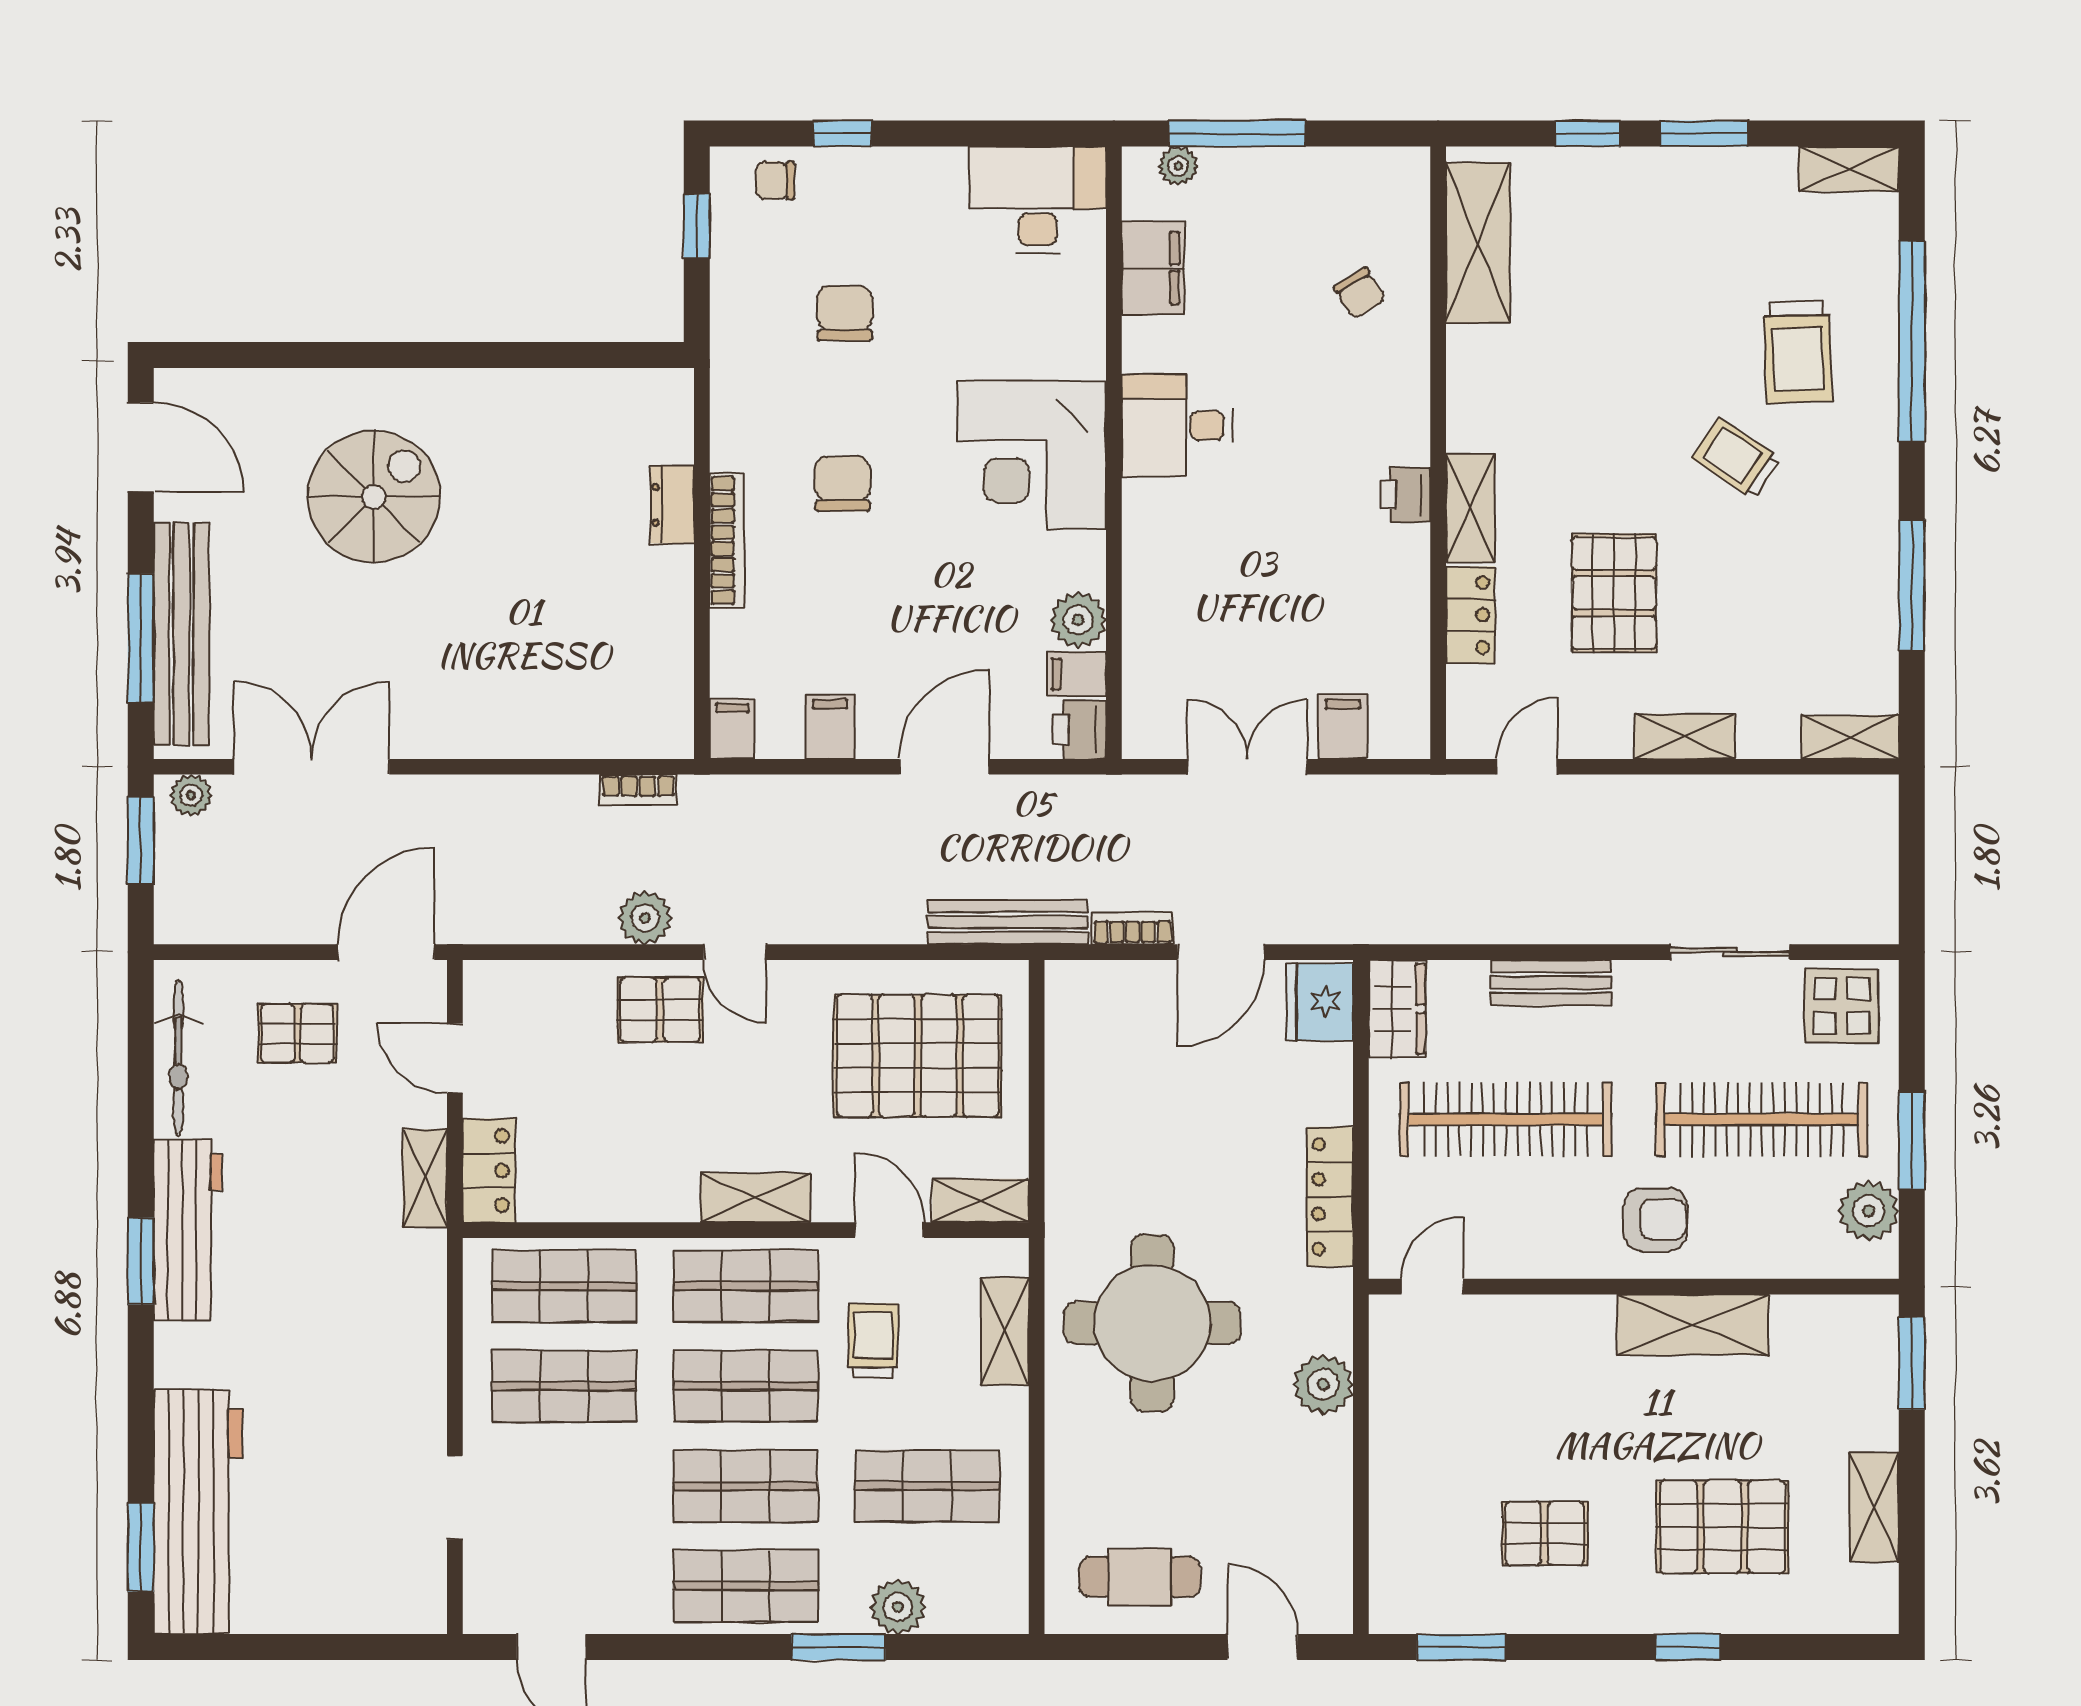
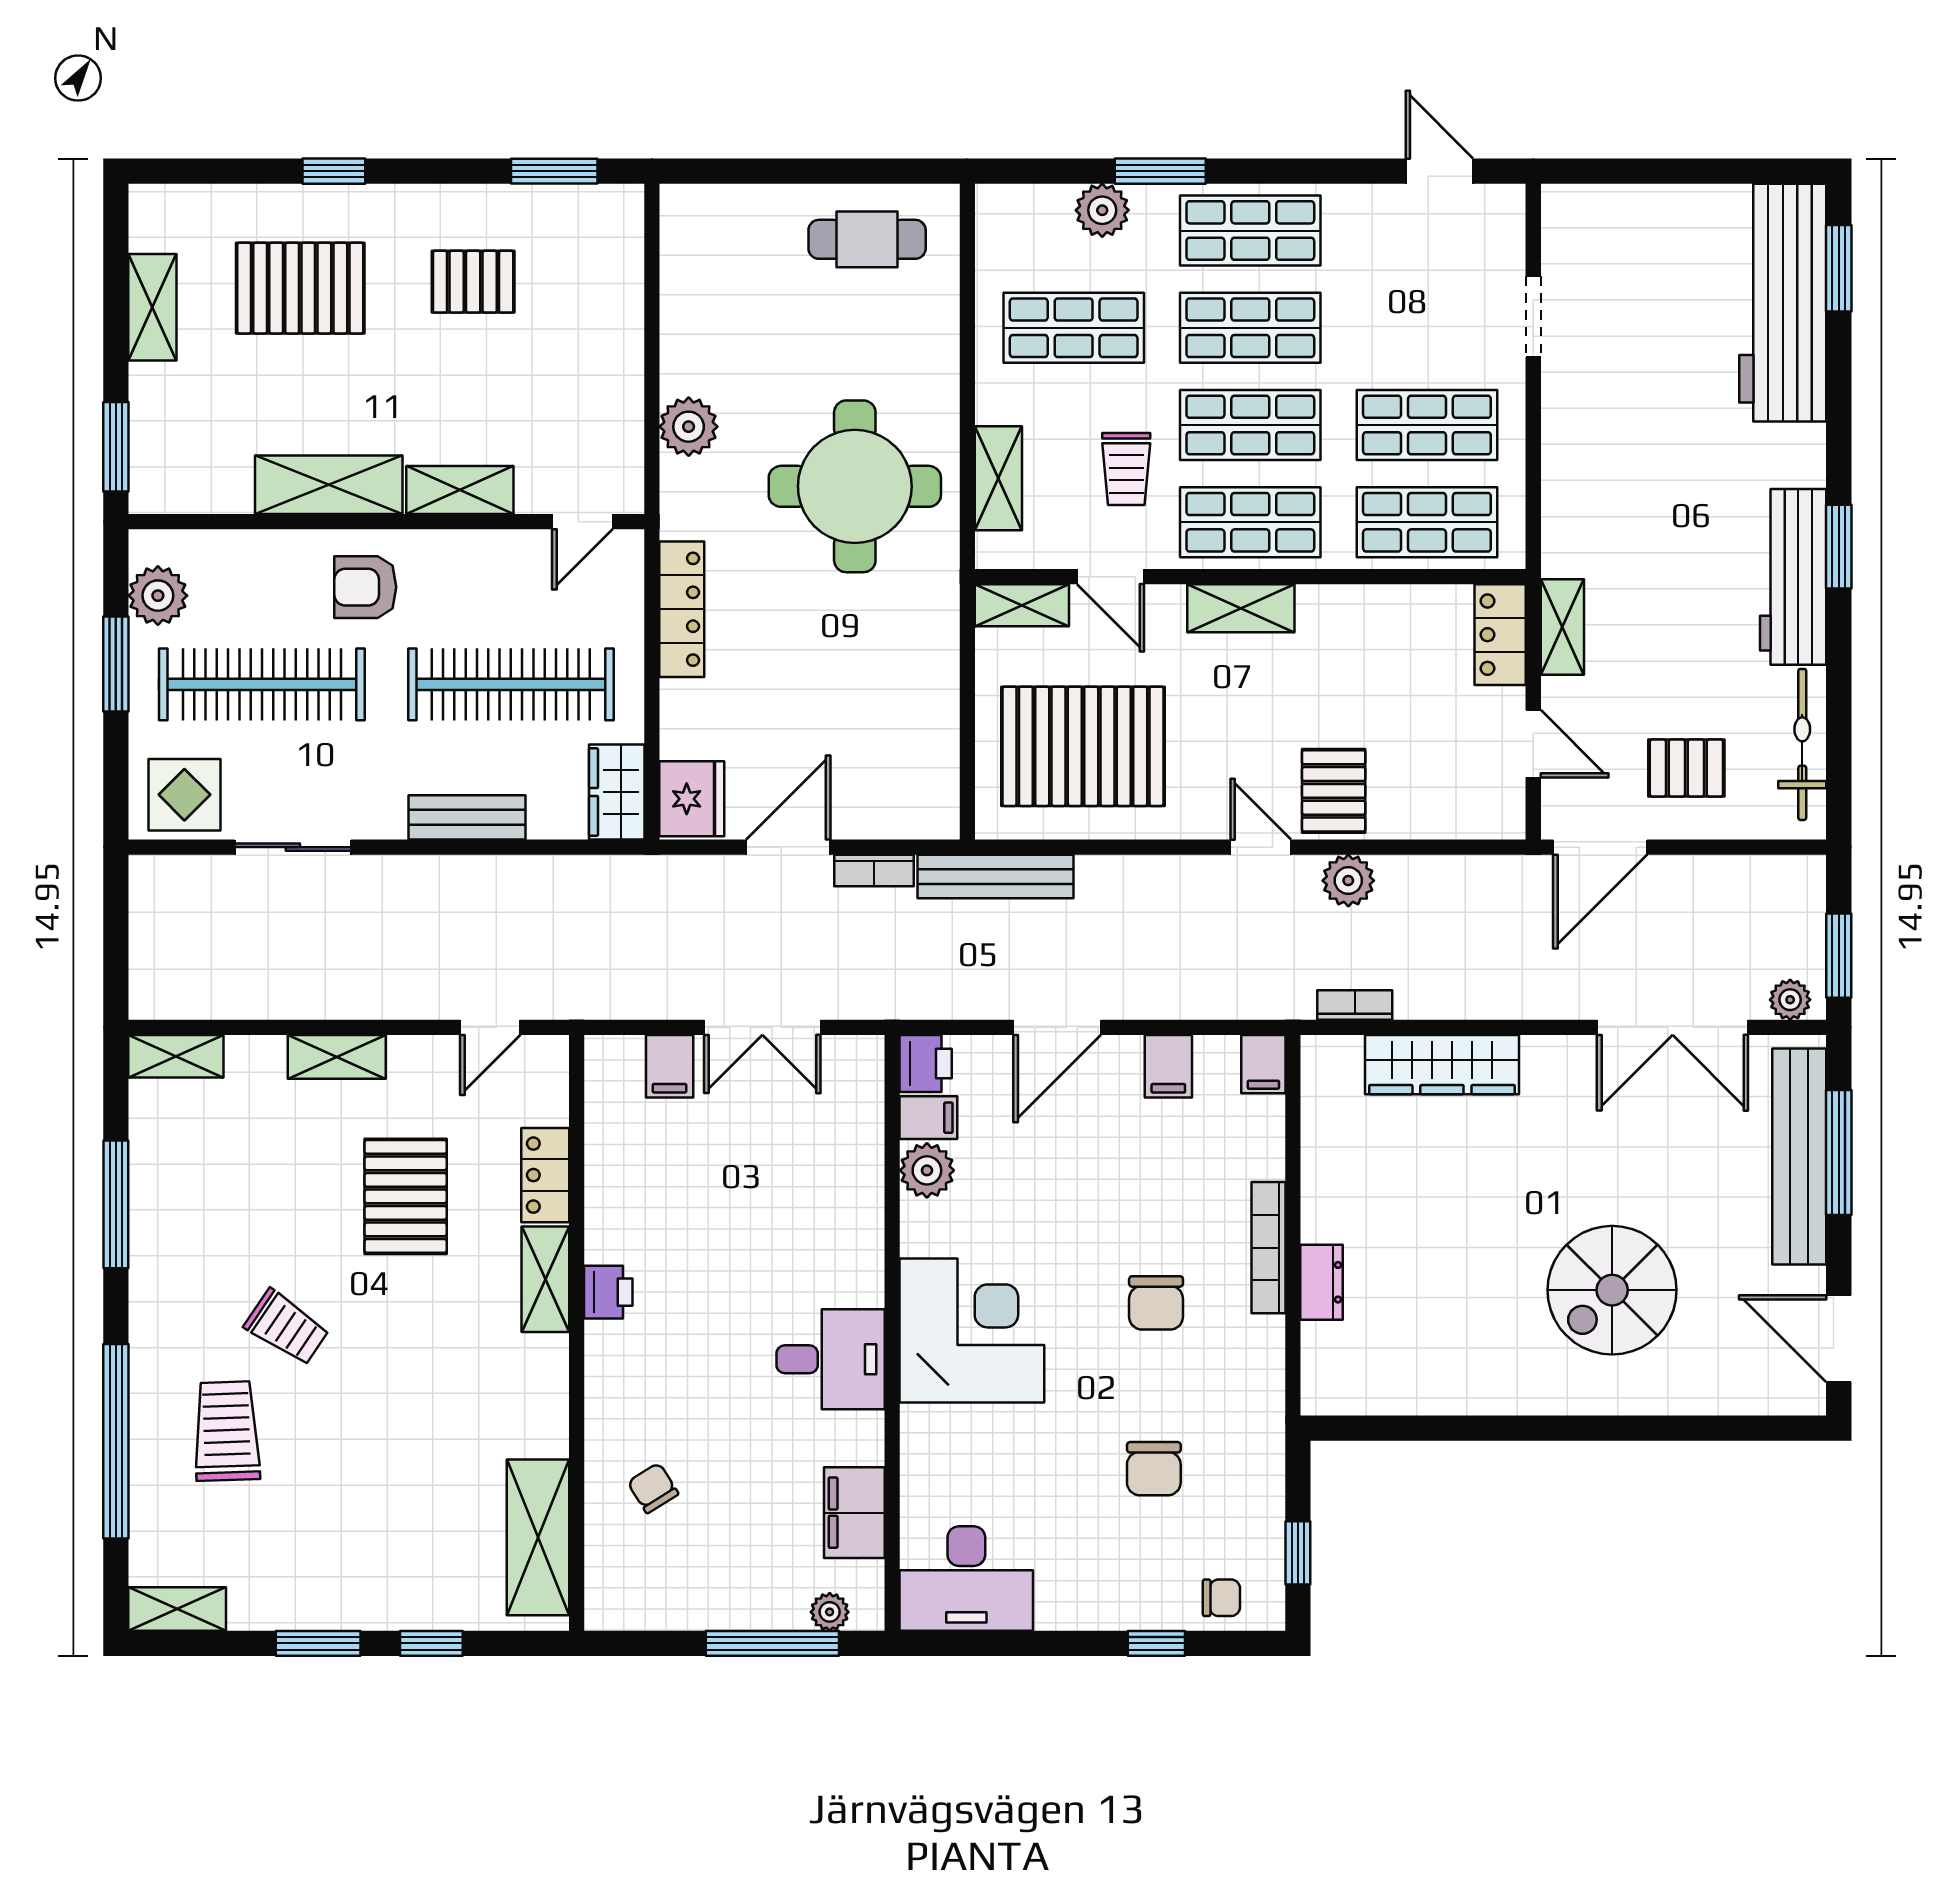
wardrobe: (549, 729) -> (1442, 1065), added
pallet: (660, 1010) -> (1334, 791), turned 90
shelving: (1558, 1319) -> (460, 490), added
door: (1262, 1647) -> (748, 171), removed

